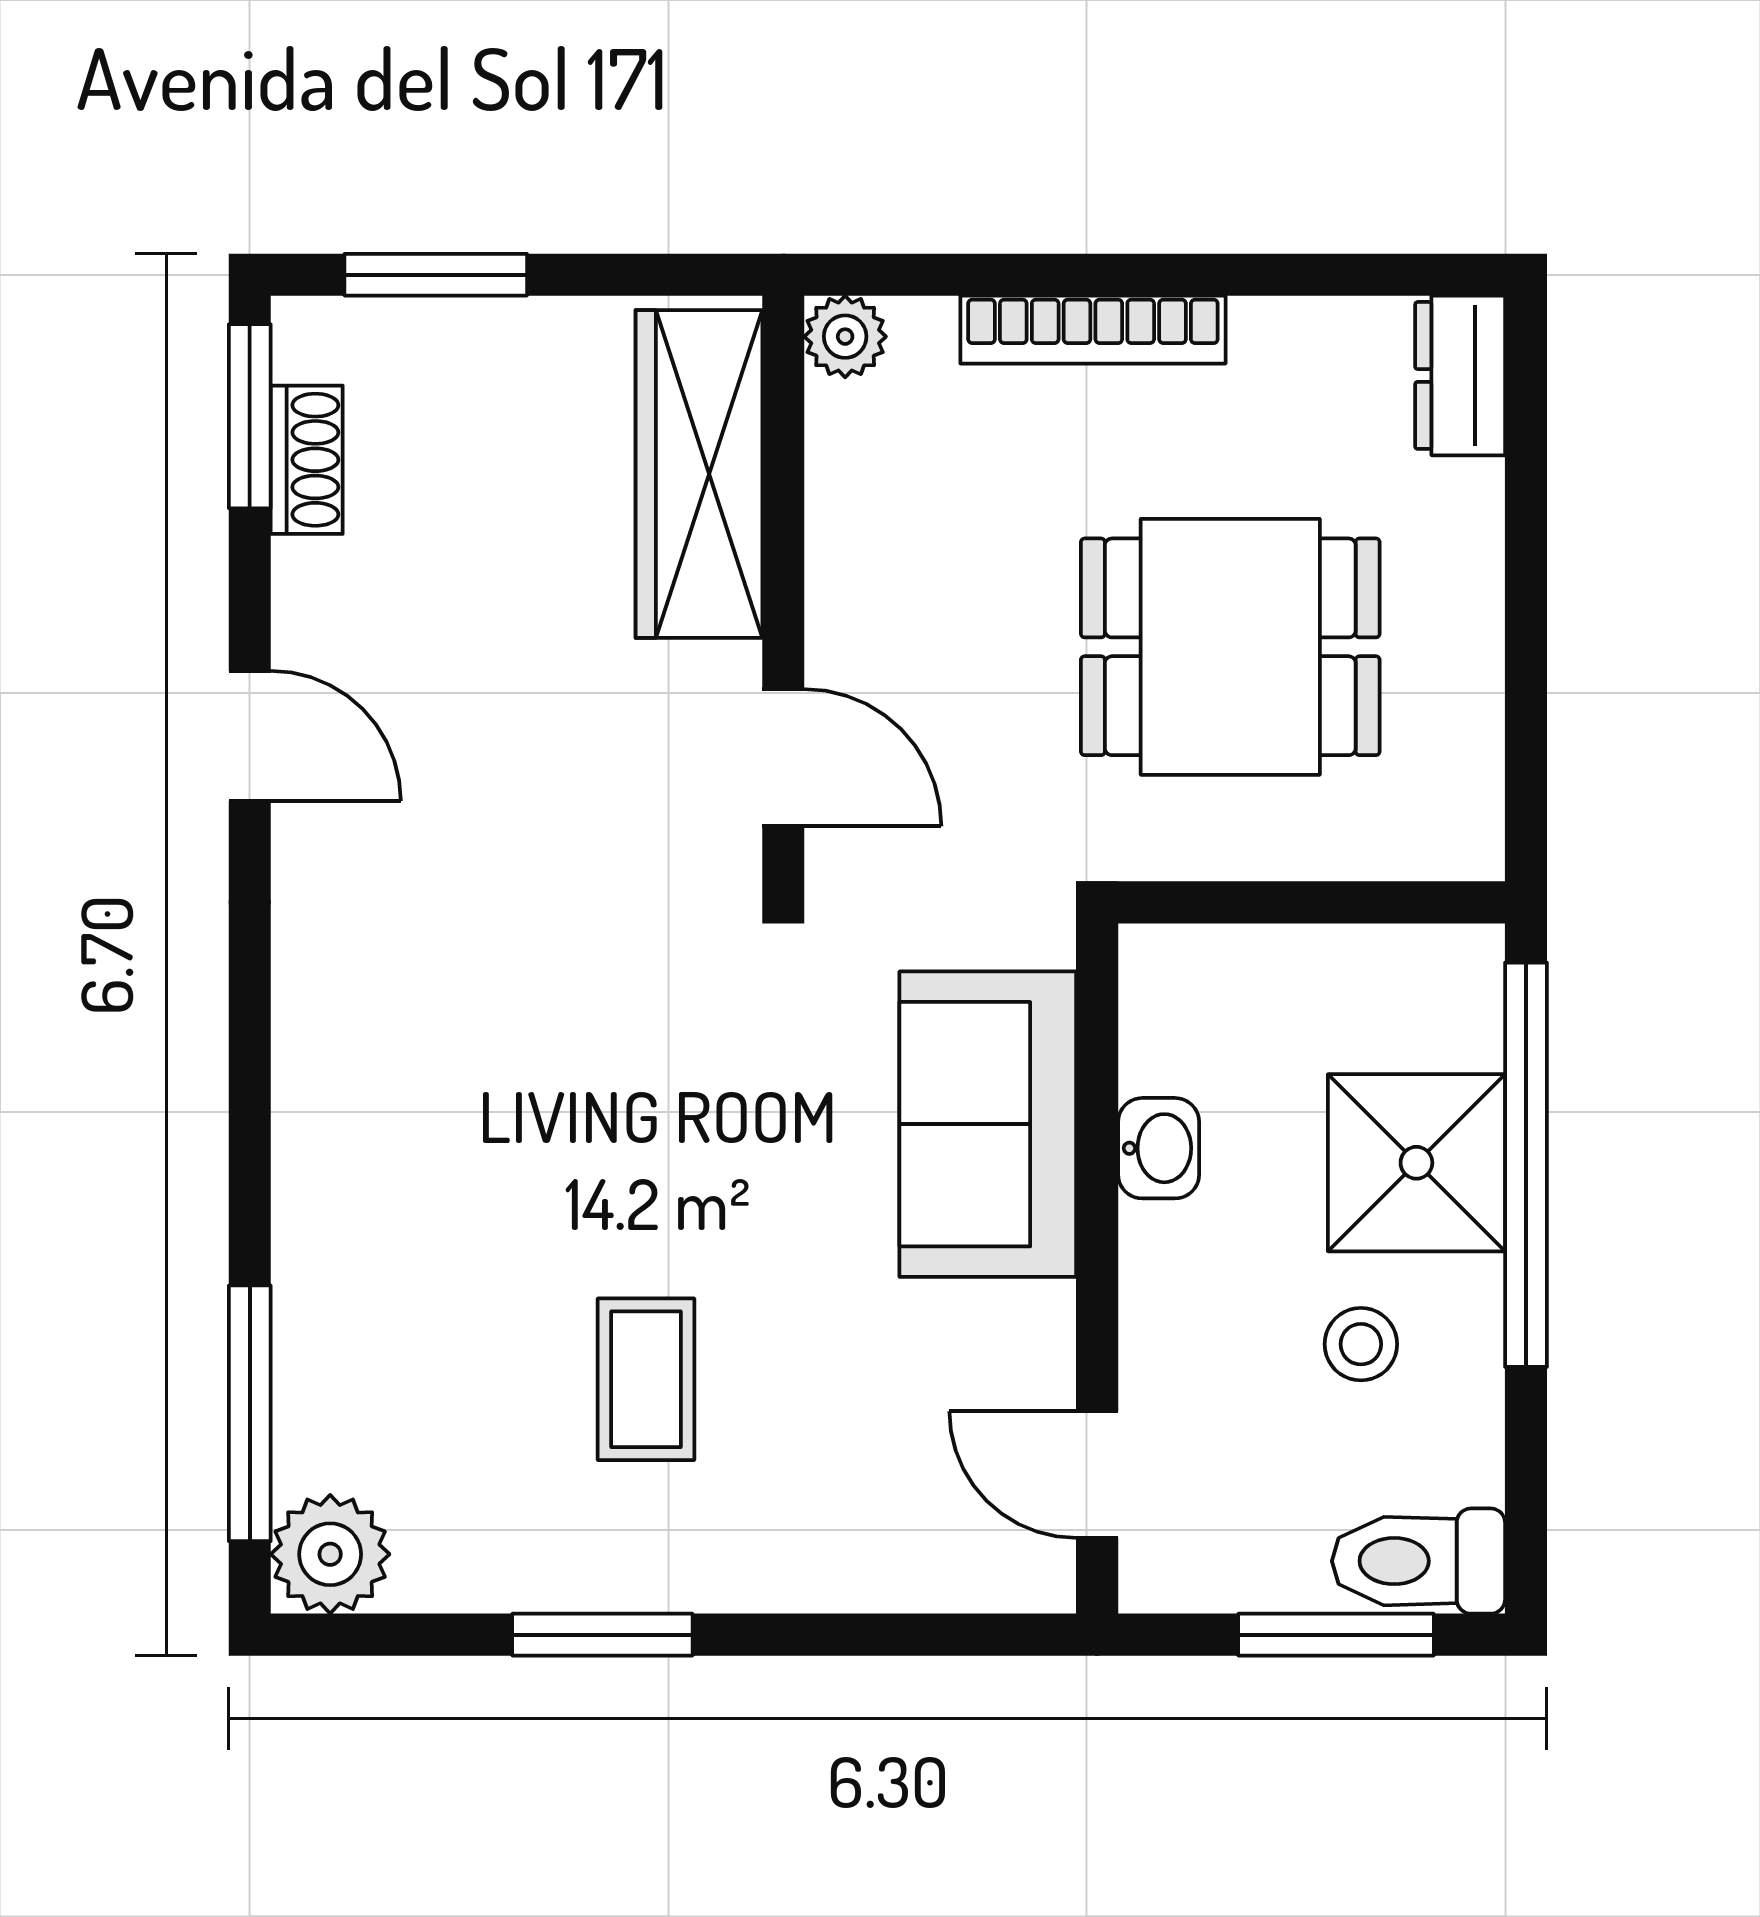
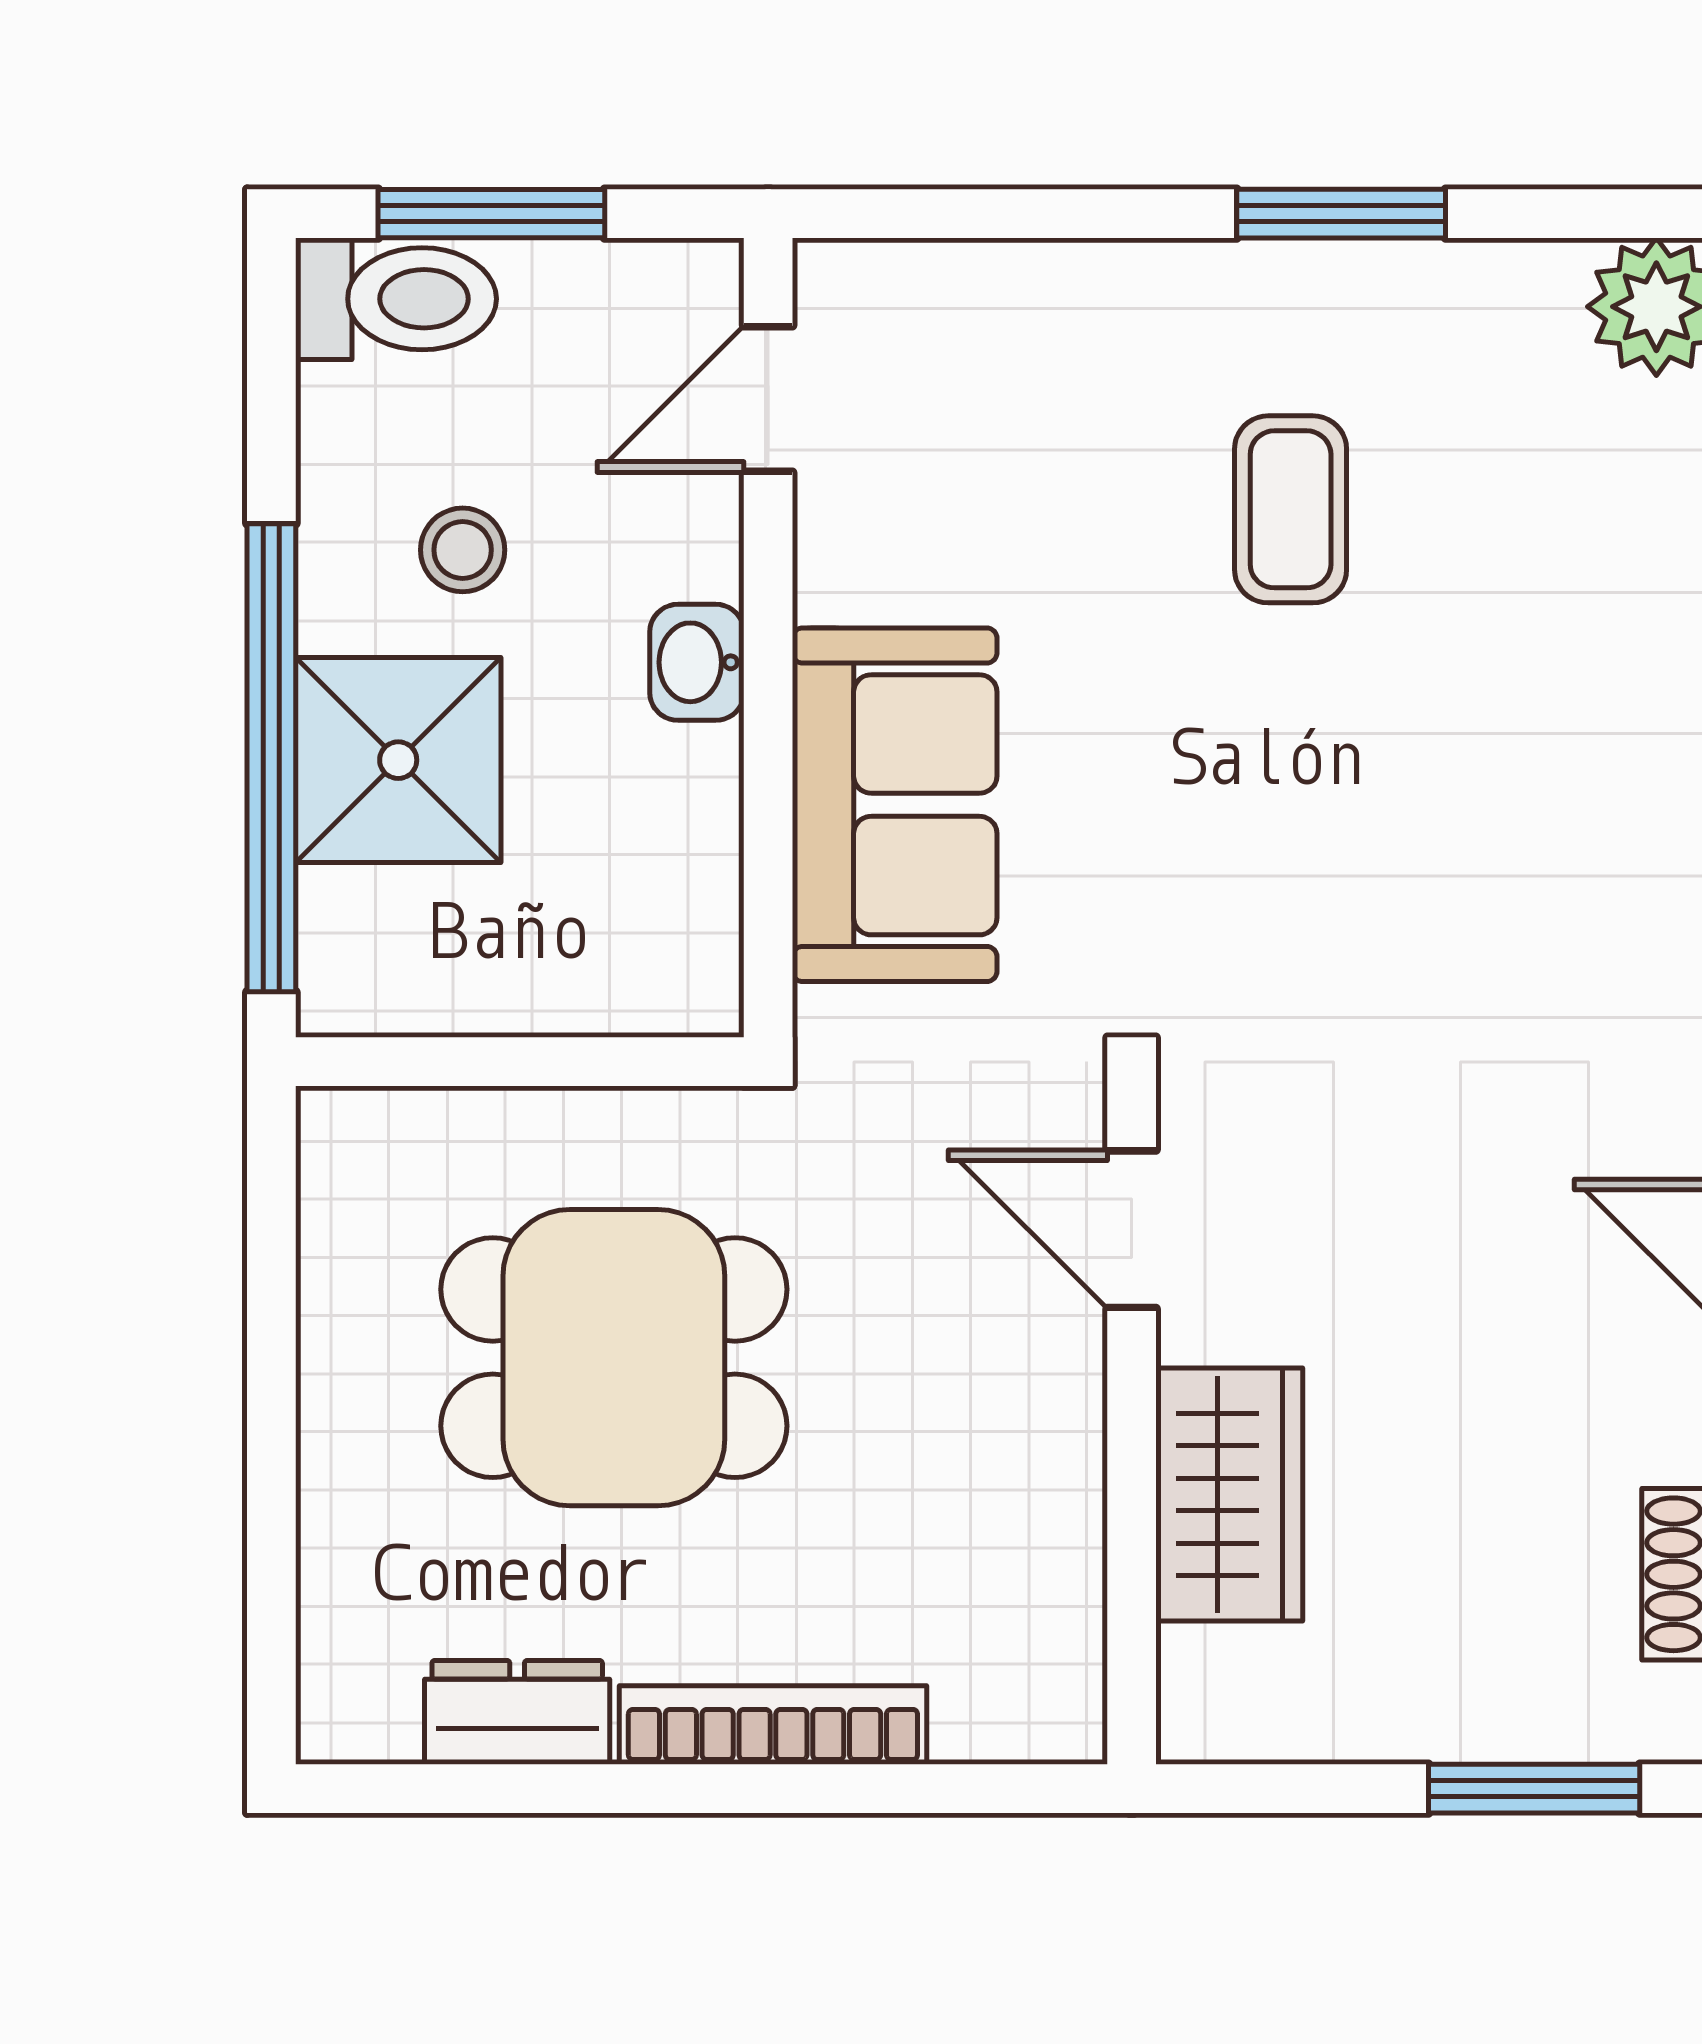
plant: (845, 337) -> (1060, 1717), removed
dresser: (1460, 375) -> (517, 1712), moved, turned -90
wardrobe: (699, 474) -> (1229, 1494), width x0.67
washbasin: (1159, 1148) -> (697, 662), moved
door: (1097, 1475) -> (768, 399), swing flipped

